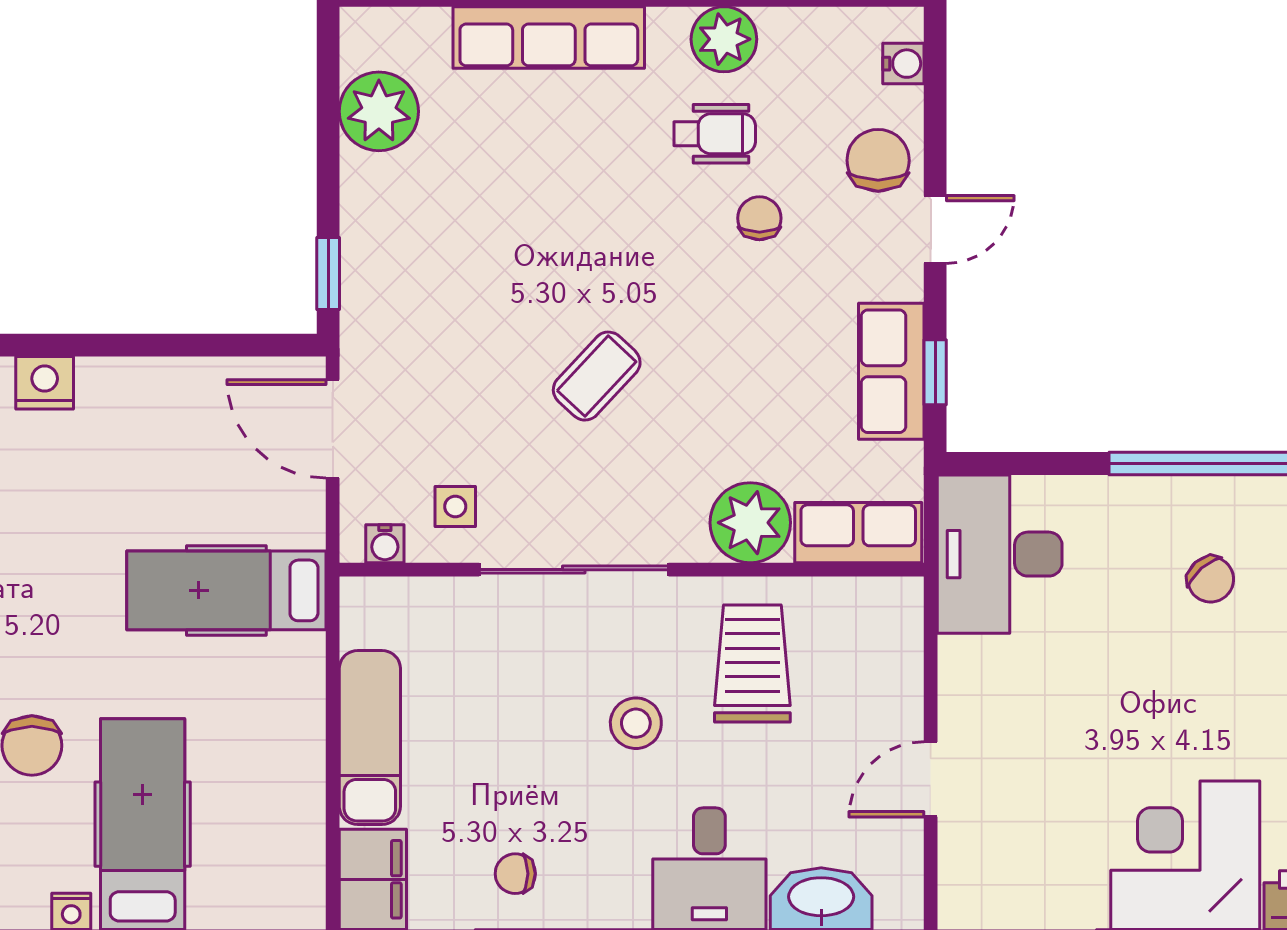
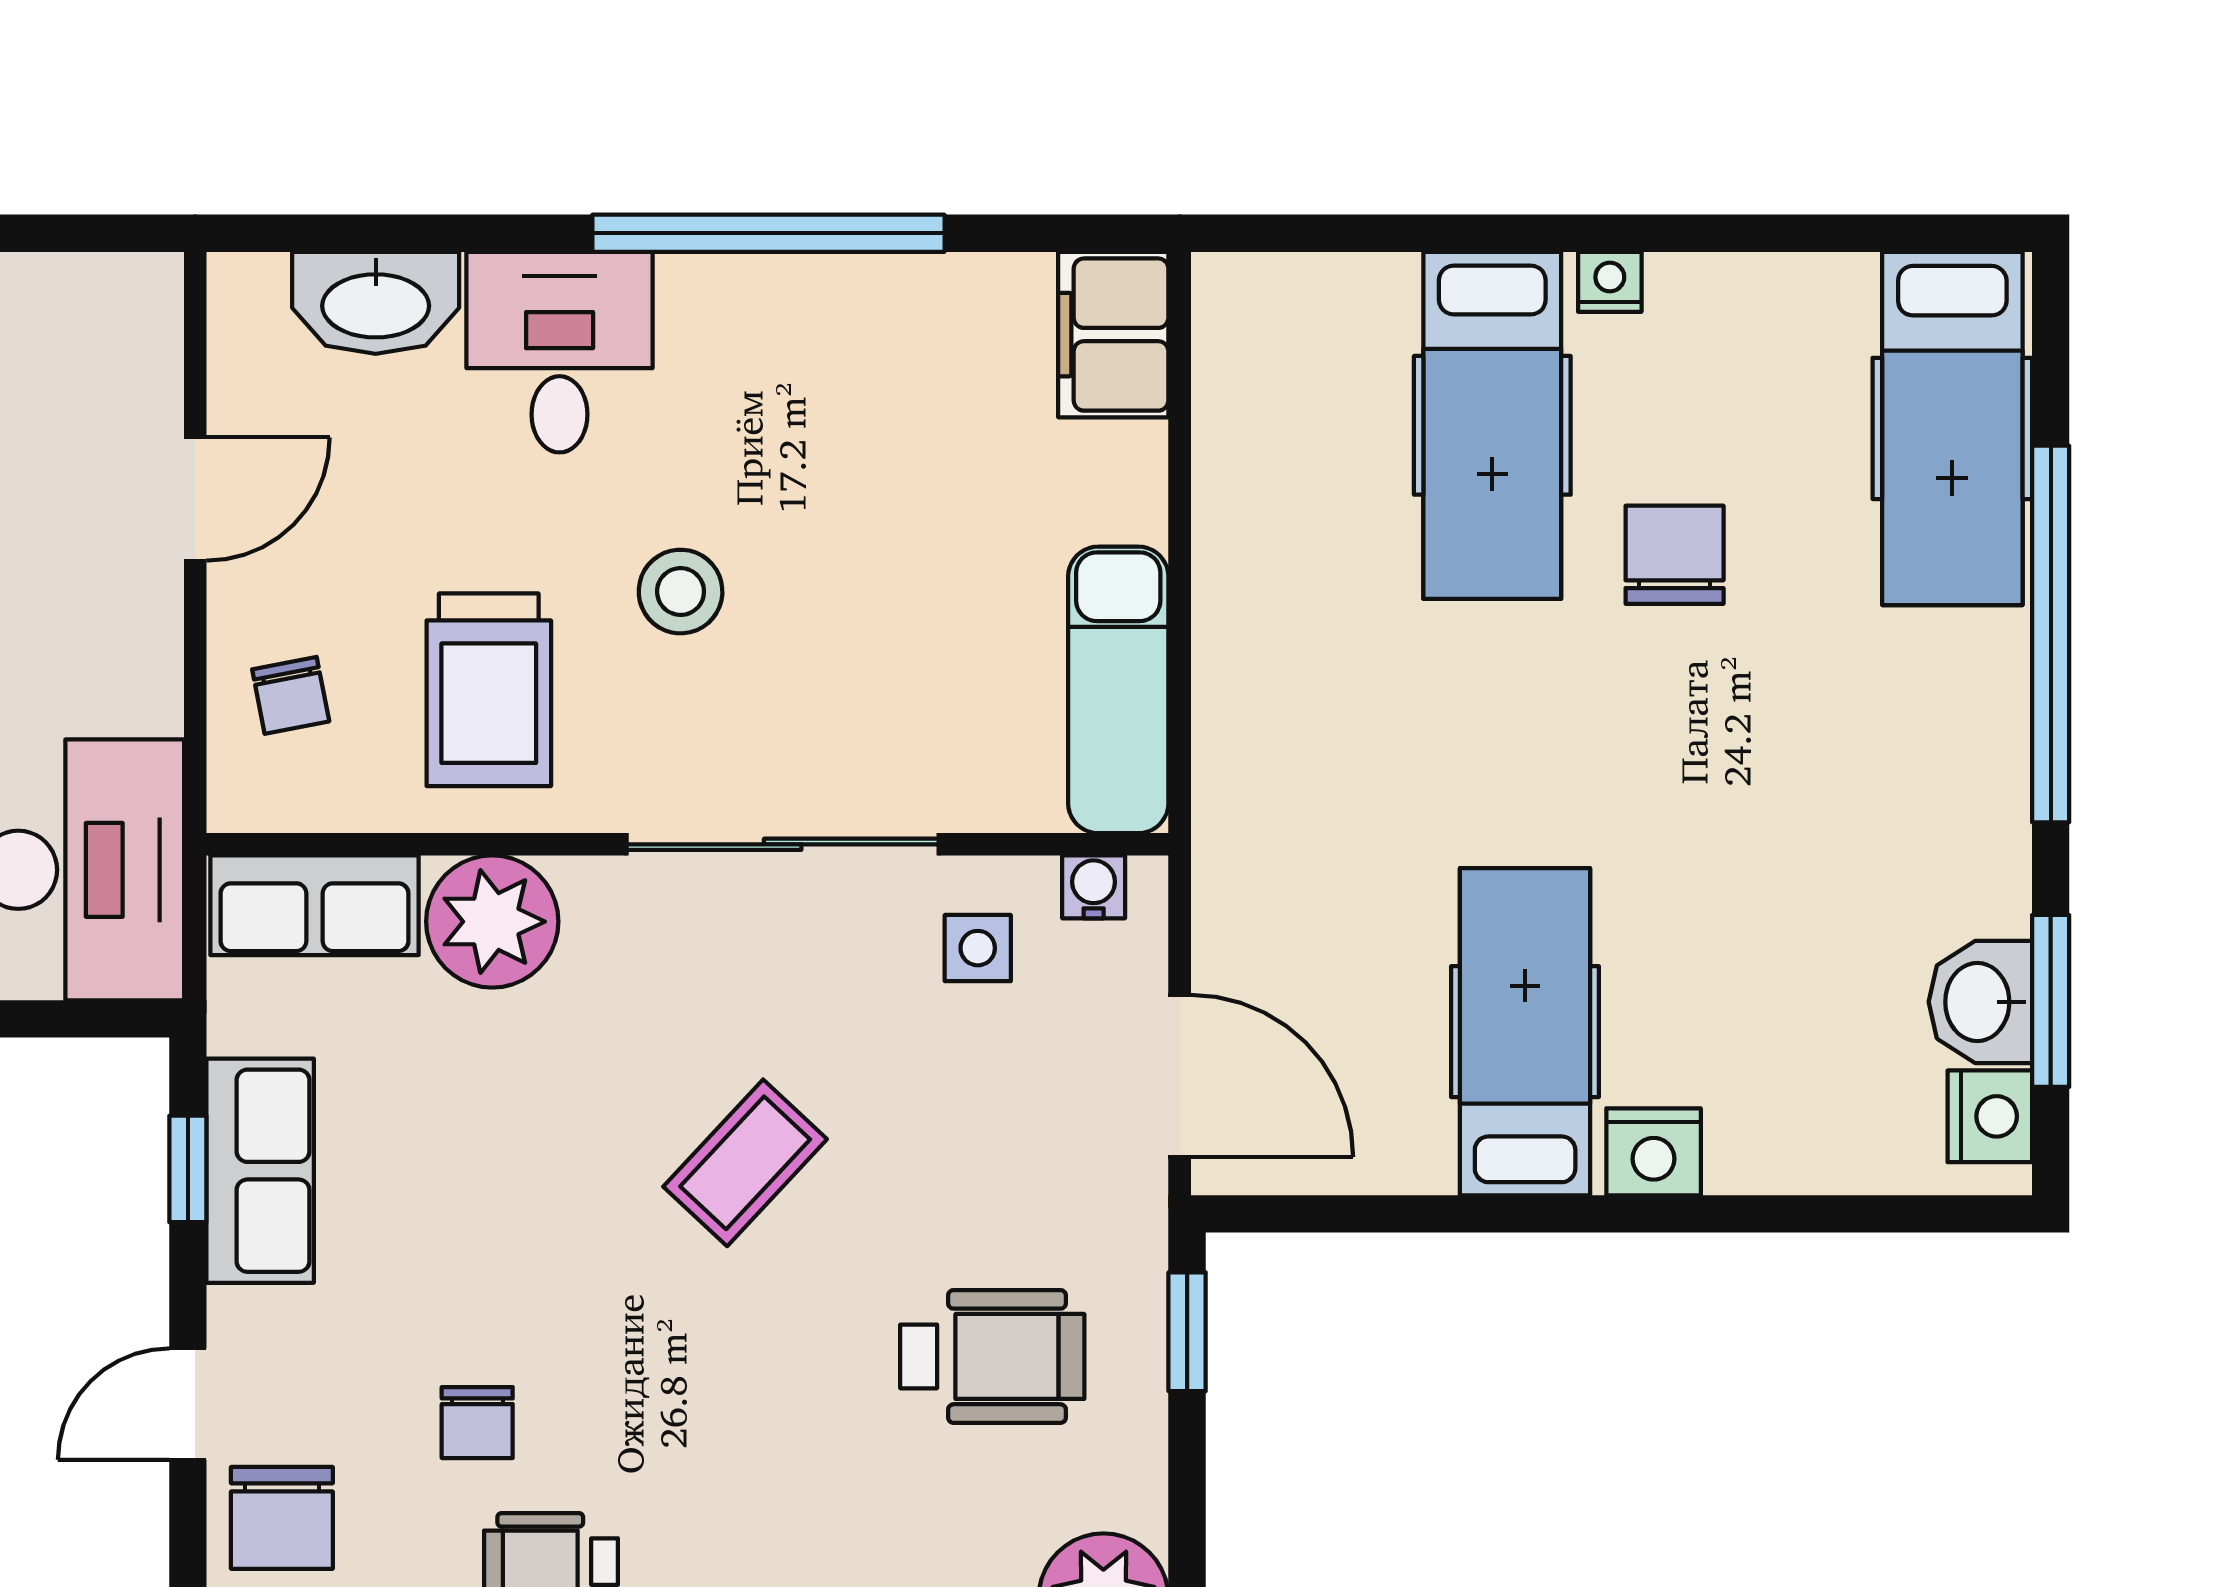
wheelchair: (446, 258) -> (992, 1356), added
hospital bed: (226, 590) -> (1525, 1032), moved, turned -90
exam couch: (370, 737) -> (1118, 690), moved
chair: (515, 874) -> (291, 695), moved, turned 79

